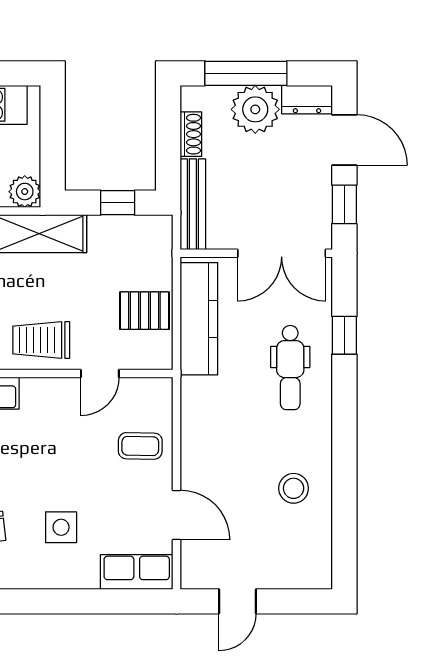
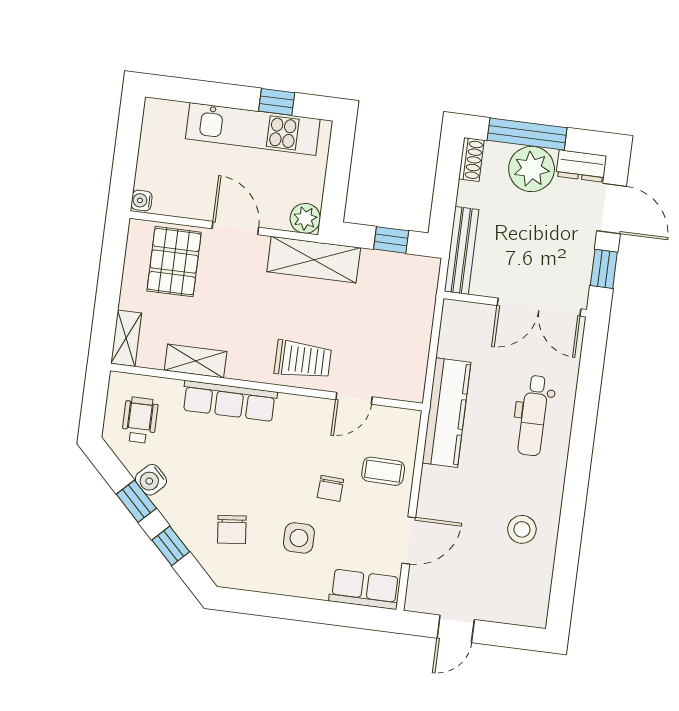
shoe rack: (191, 134) -> (471, 160), moved
pallet: (144, 311) -> (403, 345), removed
kitchen counter: (199, 319) -> (447, 413), moved
window: (344, 335) -> (588, 392), removed
trolley: (41, 340) -> (303, 360), turned 180
chair: (87, 471) -> (330, 488), added
door: (177, 515) -> (409, 540), hinge flipped

